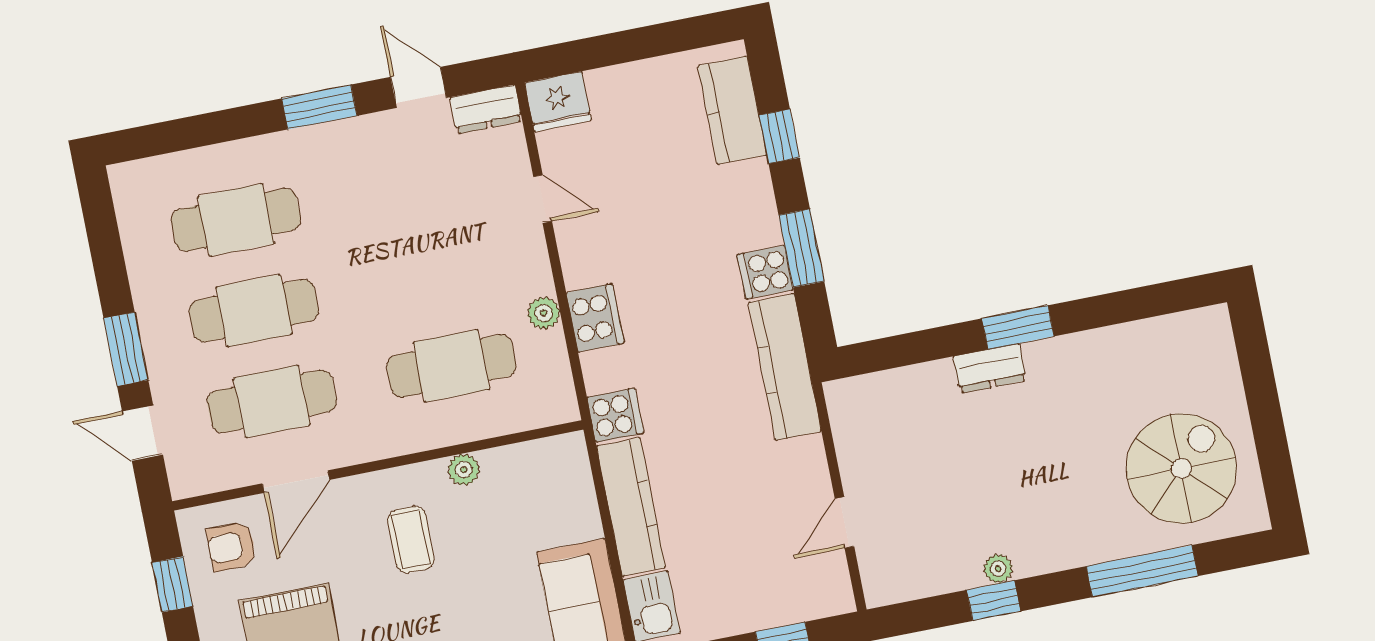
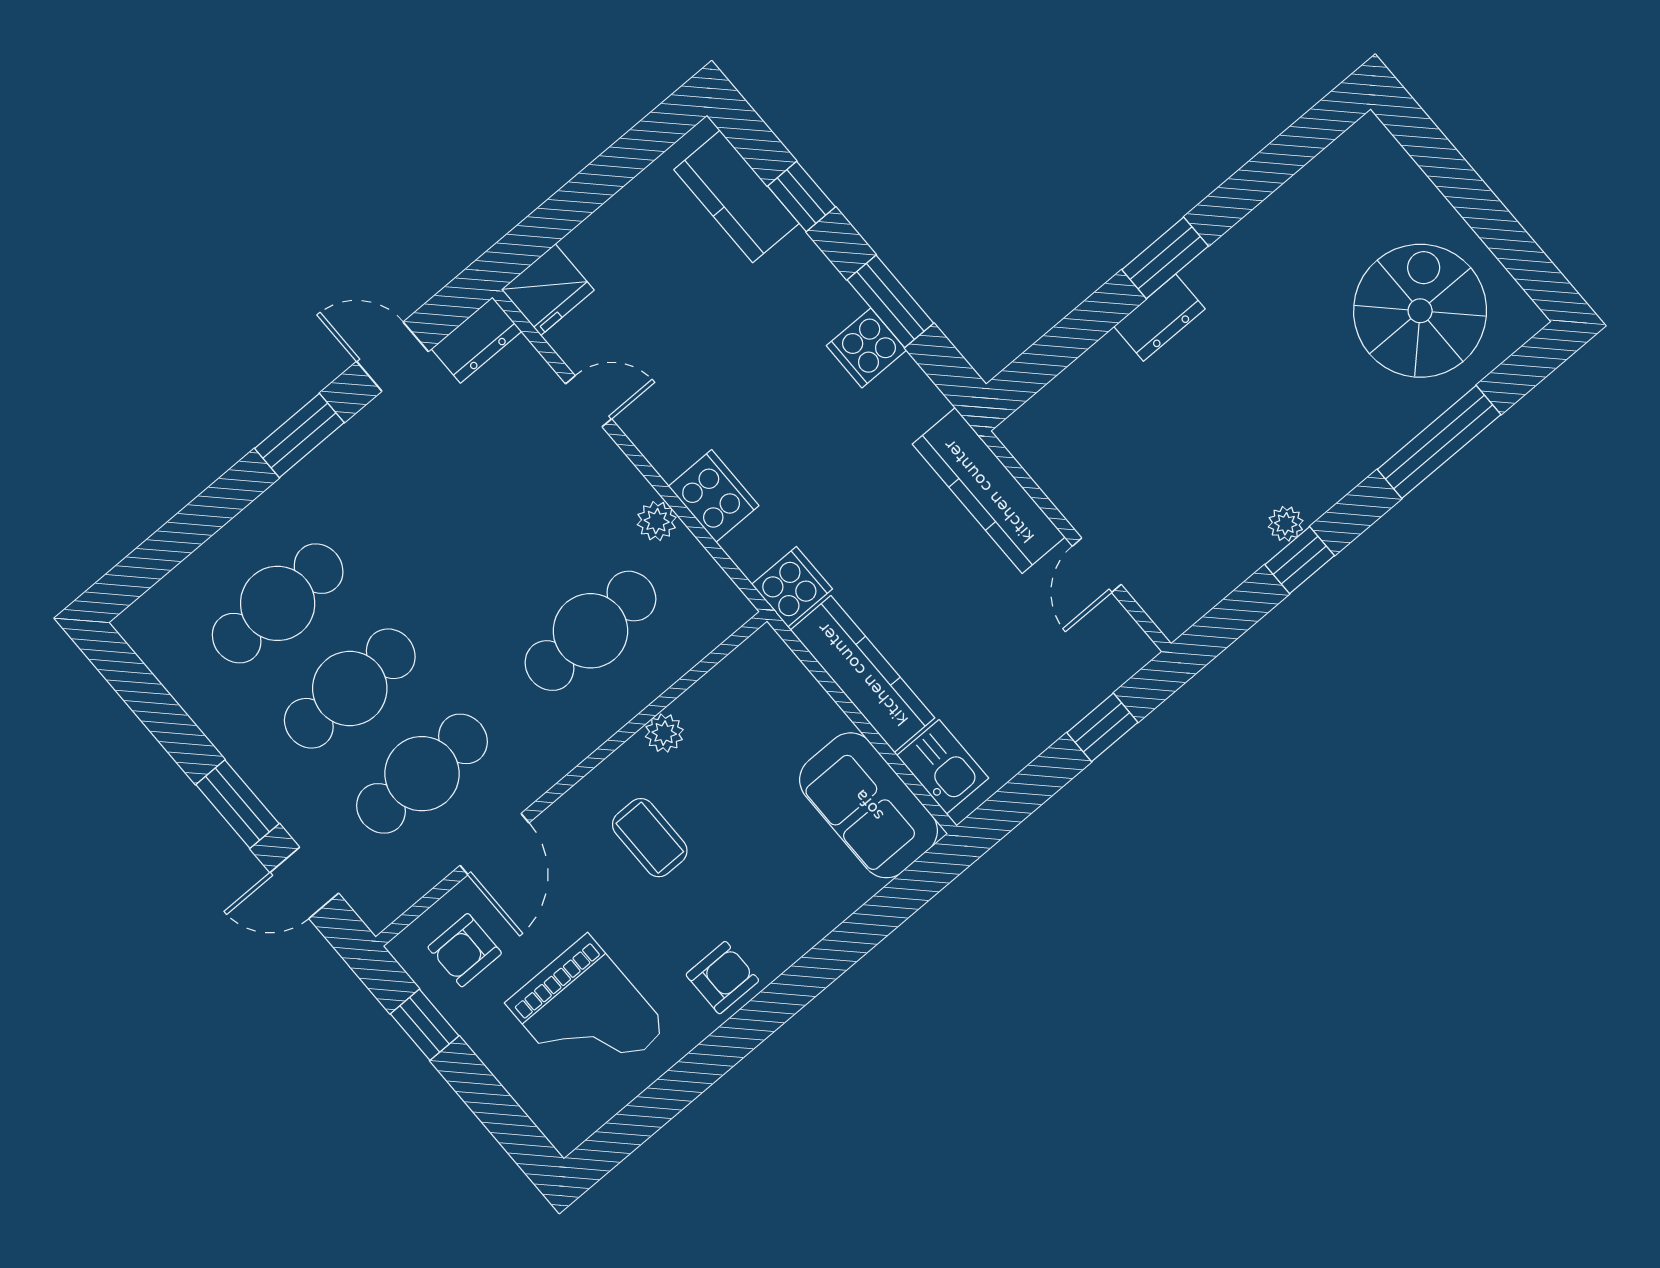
kitchen counter: (785, 367) -> (989, 491), moved

